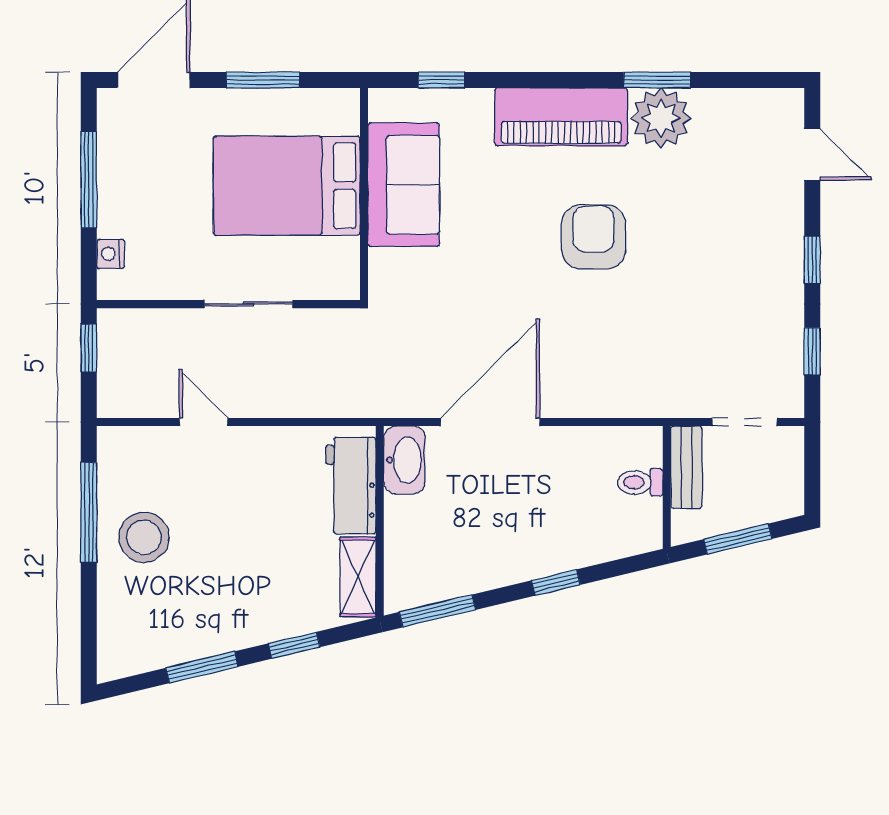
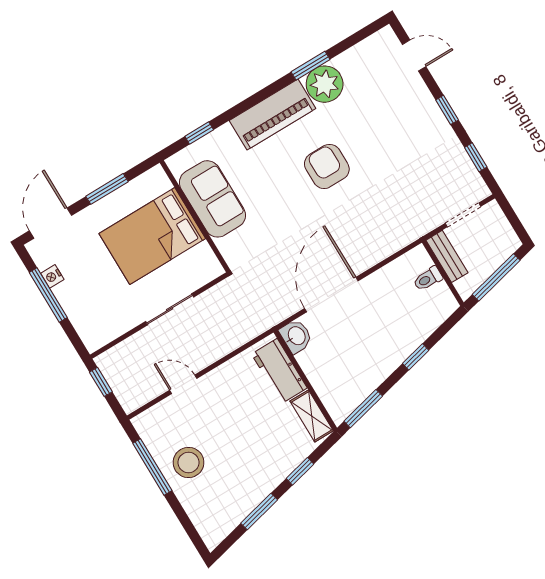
nightstand: (111, 254) -> (52, 276), moved
washbasin: (405, 460) -> (296, 336), width x0.72
window: (738, 539) -> (496, 277), width x1.44

